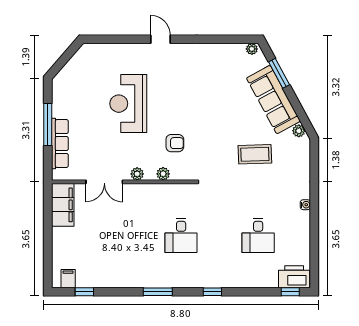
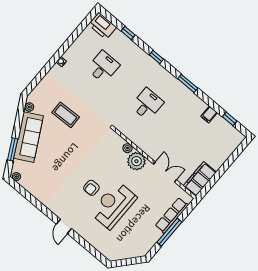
reception desk: (128, 104) -> (113, 205), turned 180
armchair: (175, 143) -> (91, 188), moved, turned -90
plant: (137, 174) -> (136, 161), width x1.87, depth x1.87
filing cabinet: (68, 279) -> (209, 114), moved
window: (290, 292) -> (128, 33), moved

